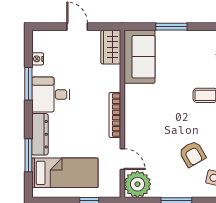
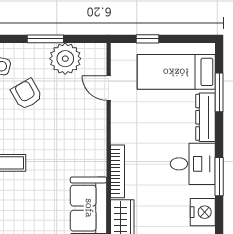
nightstand: (38, 59) -> (203, 212), width x1.89, depth x1.79
bookcase: (115, 115) -> (118, 171), moved
plant: (137, 184) -> (65, 59), moved

